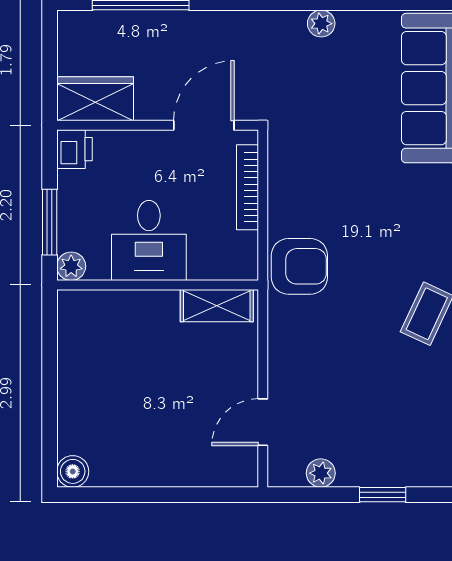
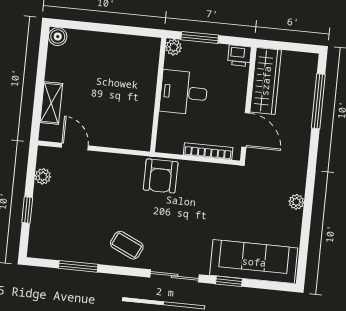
wardrobe: (95, 99) -> (266, 81), width x1.50
shelving: (217, 306) -> (51, 103), moved

